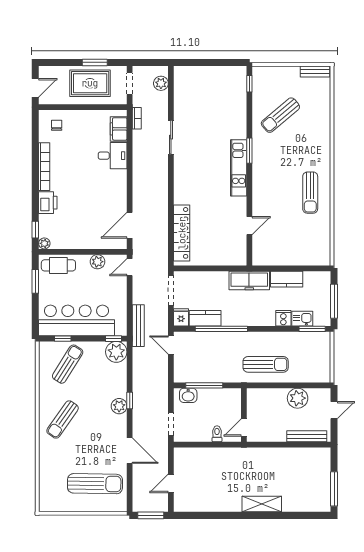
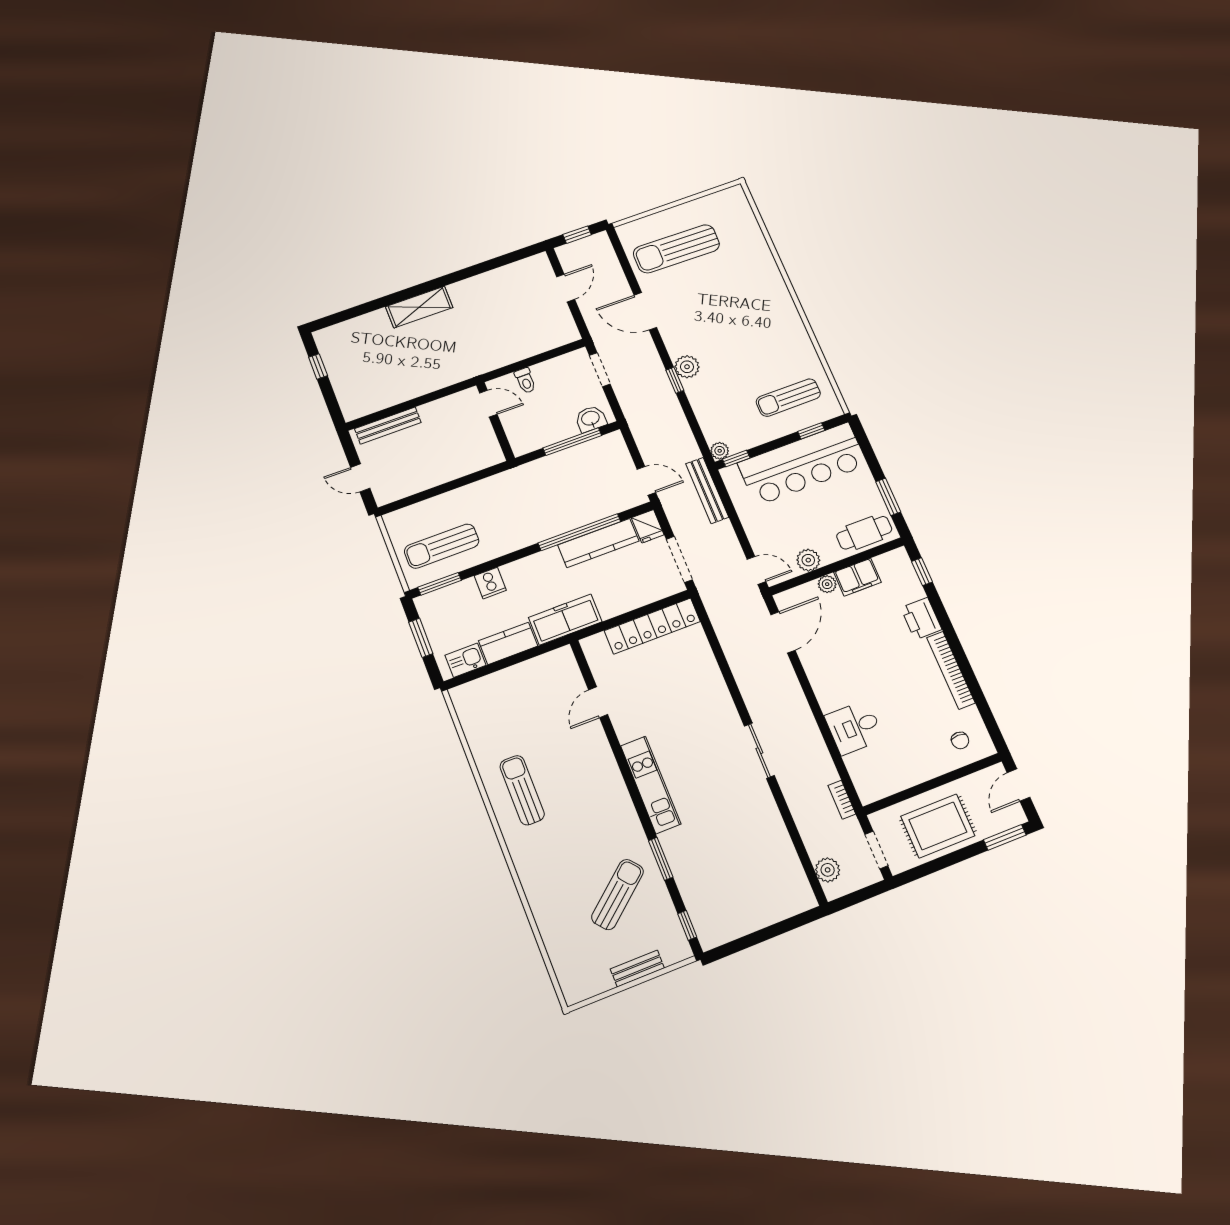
window: (95, 62) -> (1005, 837), moved
bench: (315, 71) -> (637, 969), moved
filing cabinet: (119, 129) -> (857, 577), moved, turned 90
sliding door: (171, 137) -> (759, 751), moved
window: (249, 151) -> (661, 859), moved
locker: (182, 233) -> (652, 626), moved, turned -90
plant: (44, 243) -> (827, 584), moved
door: (130, 267) -> (756, 570), hinge flipped
window: (334, 301) -> (421, 638), width x0.69
kitchen counter: (205, 318) -> (598, 543), width x1.50
kitchen sink: (302, 319) -> (465, 660), moved, turned 180
plant: (116, 352) -> (720, 451), width x0.53, depth x0.53
sun lounger: (68, 364) -> (788, 398), turned 58
sun lounger: (266, 364) -> (442, 546), moved
plant: (298, 398) -> (423, 475), removed
door: (334, 410) -> (360, 478), hinge flipped
sun lounger: (63, 419) -> (762, 319), removed
door: (244, 428) -> (488, 404), hinge flipped
window: (334, 489) -> (318, 366), width x0.46
window: (151, 515) -> (577, 235), width x0.67

